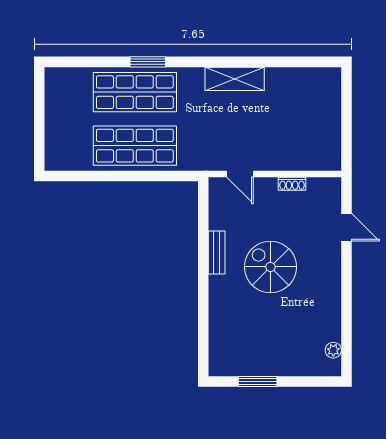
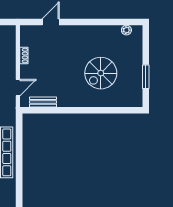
bench: (217, 252) -> (43, 102), moved
spiral stairs: (270, 267) -> (101, 73), moved

